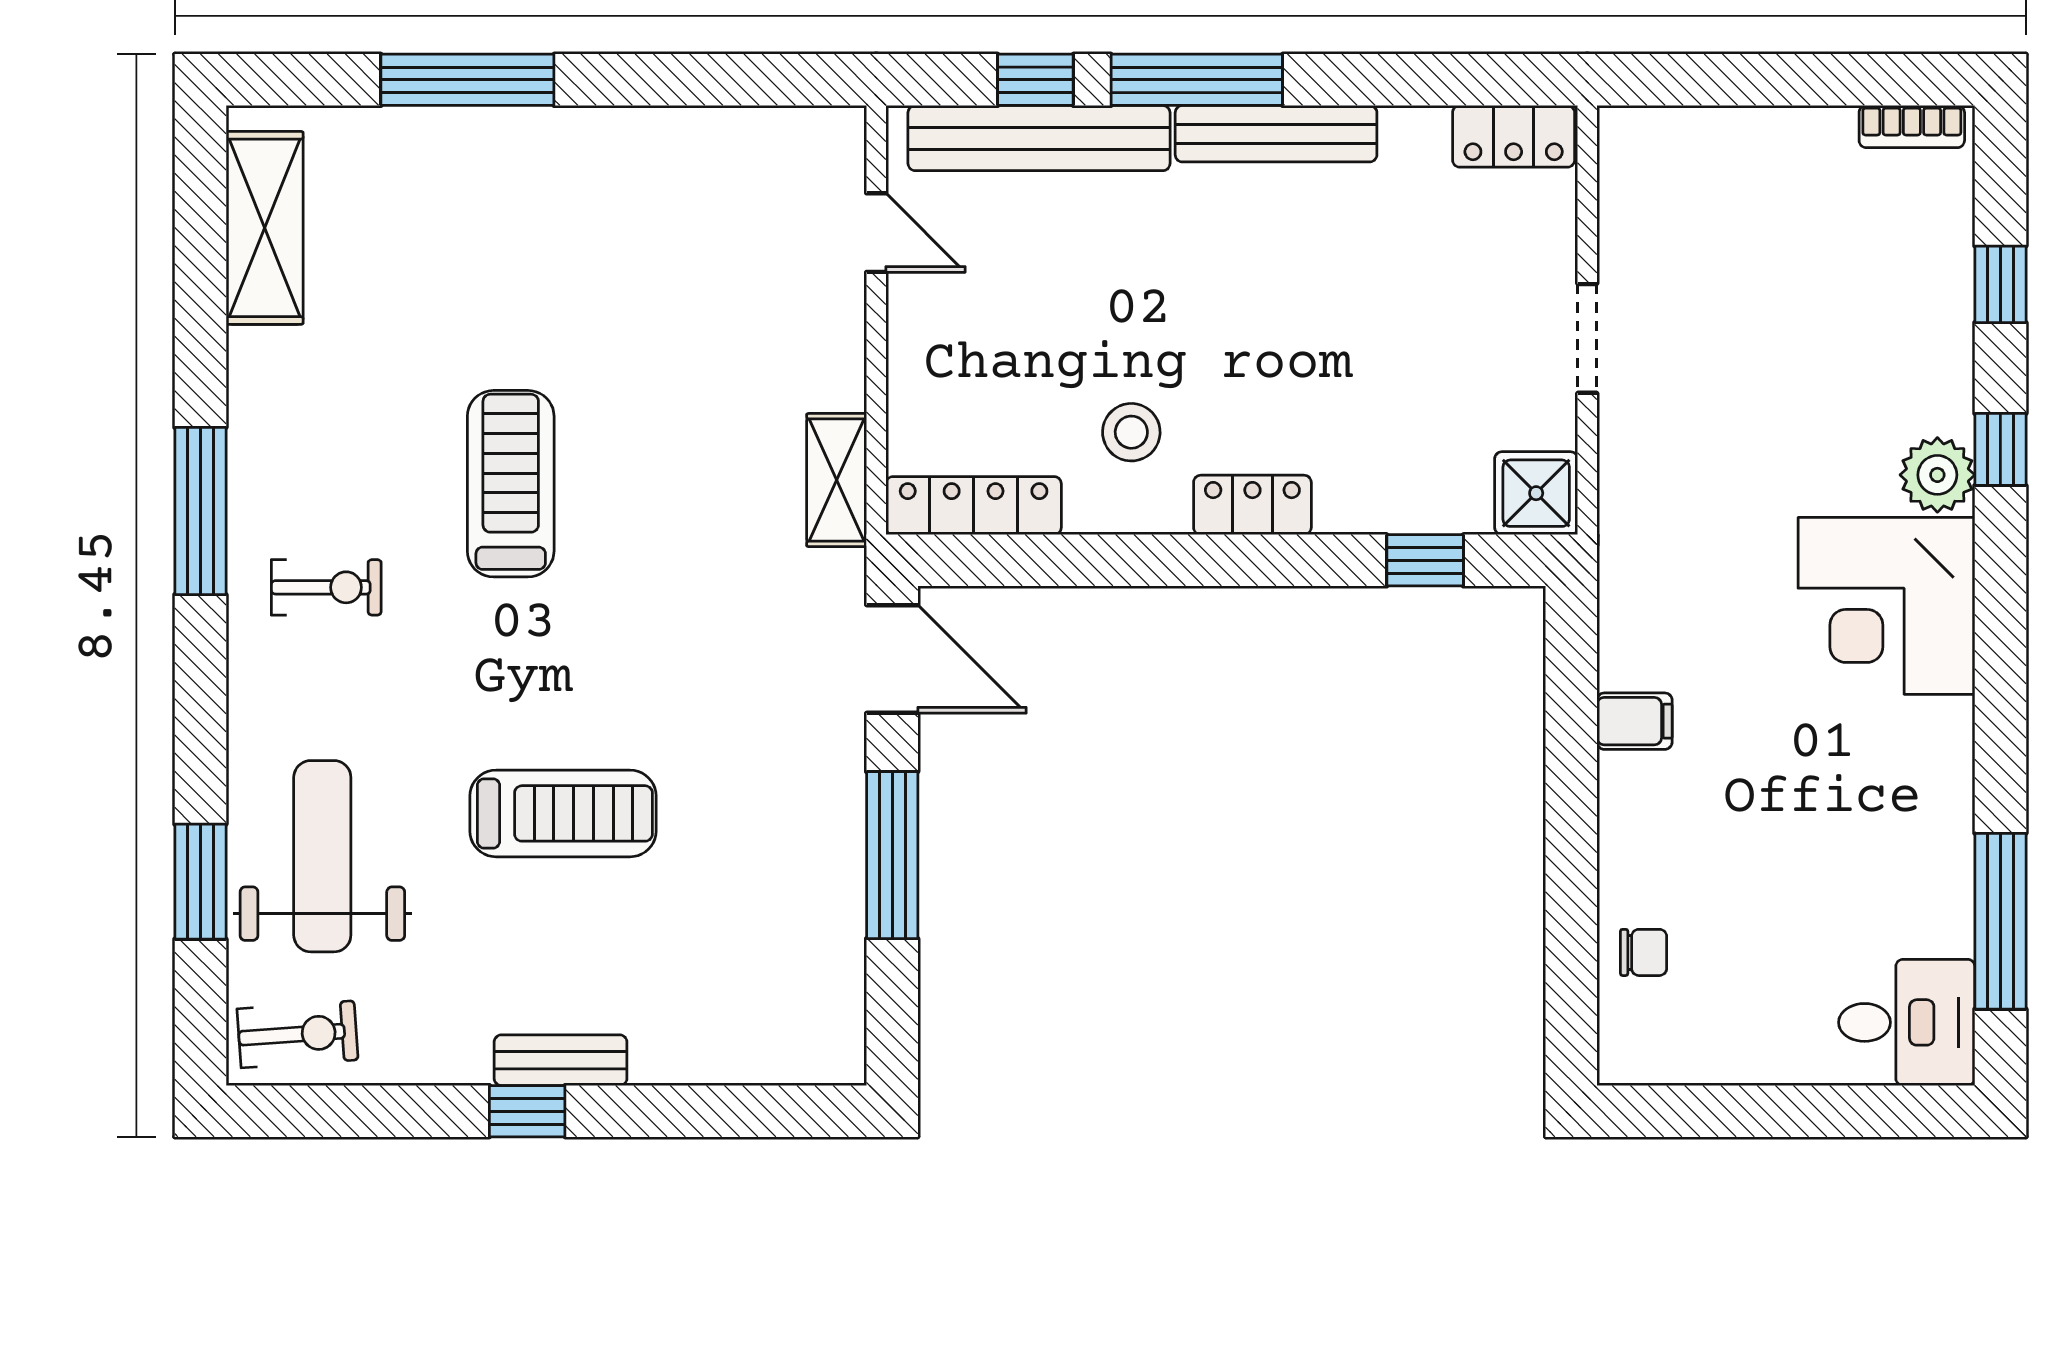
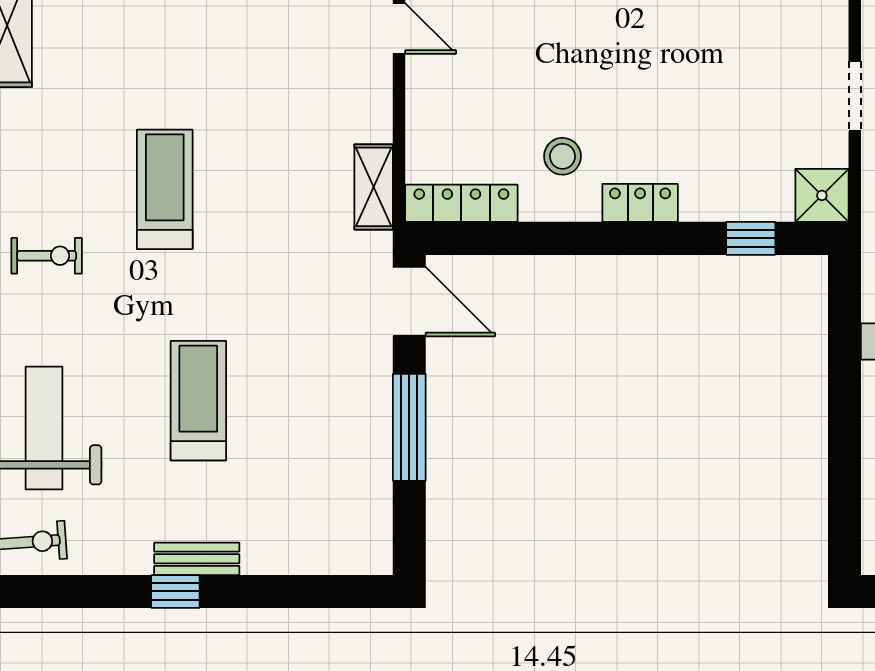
treadmill: (563, 813) -> (198, 401), turned -90

